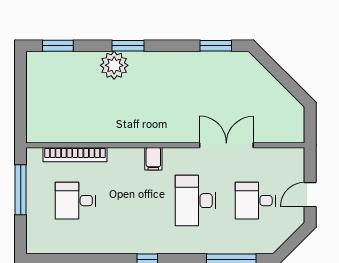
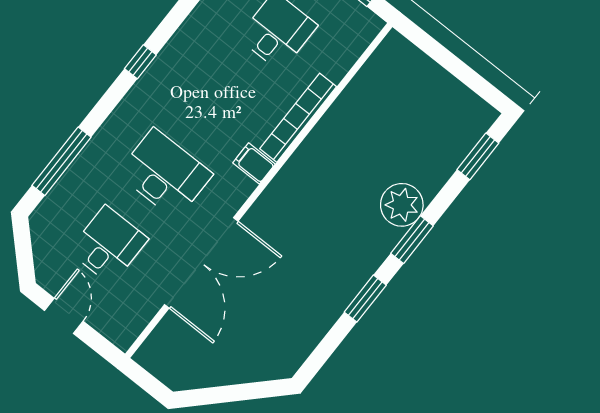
window: (216, 46) -> (365, 299), moved
double door: (226, 145) -> (201, 263), width x1.36
bookcase: (75, 155) -> (298, 118), moved

